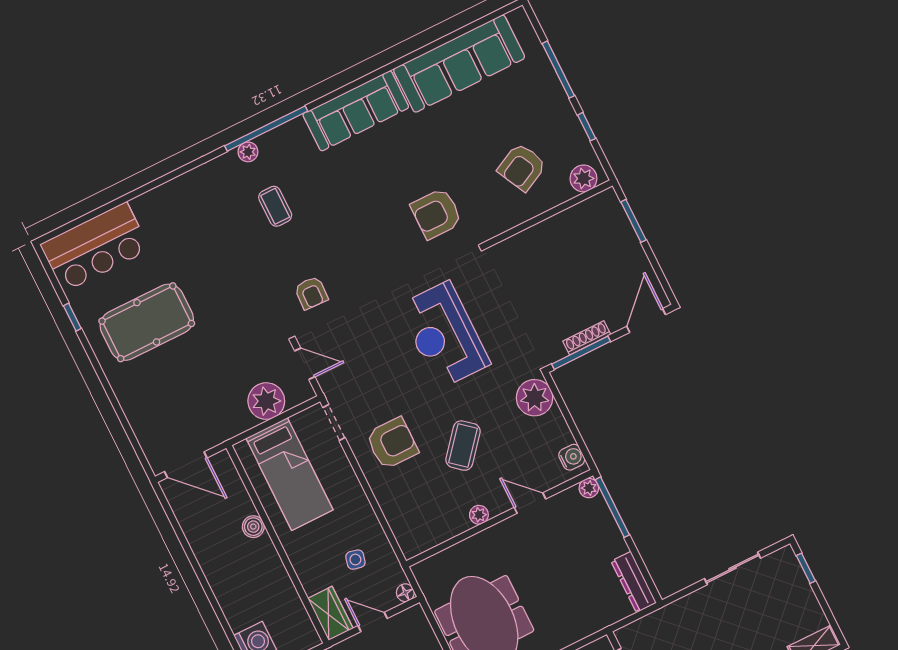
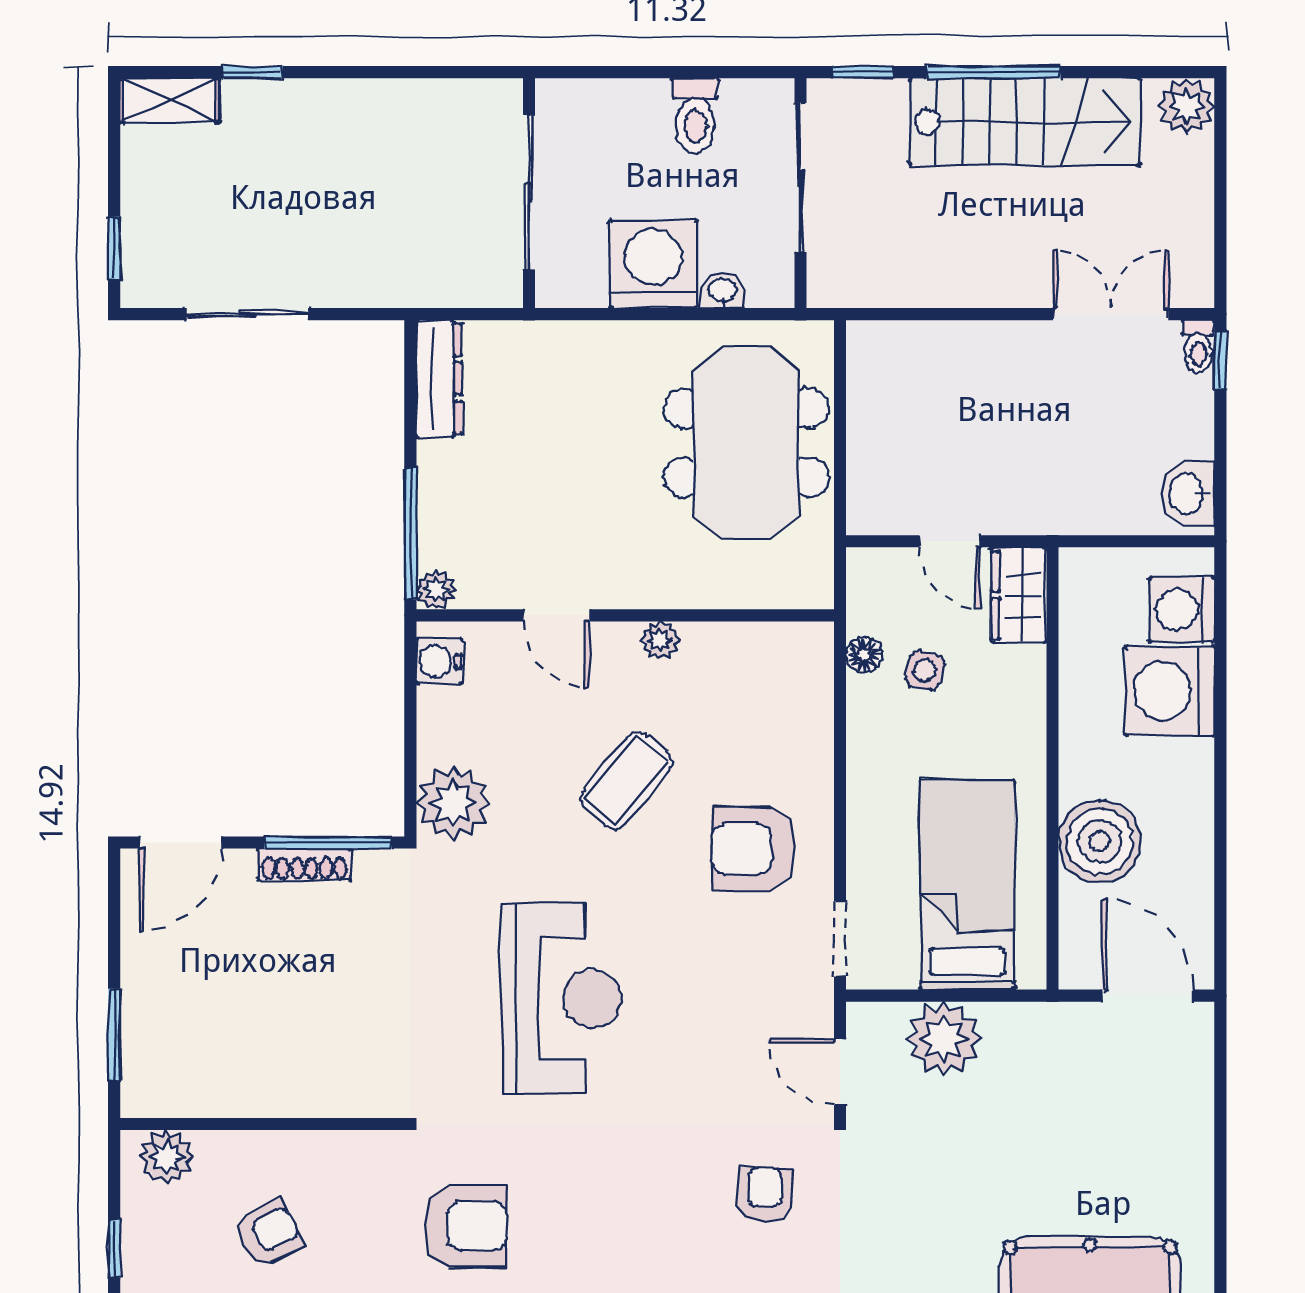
armchair: (522, 167) -> (268, 1233), width x0.72, depth x0.72
boiler: (253, 527) -> (1100, 841), width x1.86, depth x1.86
floor lamp: (405, 593) -> (864, 655), moved
washing machine: (243, 604) -> (1170, 691), added

